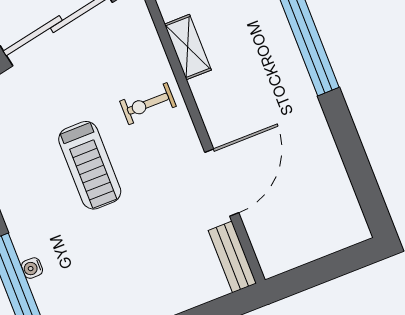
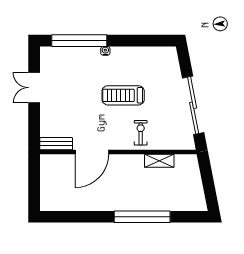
door: (222, 183) -> (92, 152), hinge flipped
water cooler: (32, 268) -> (105, 51), moved

